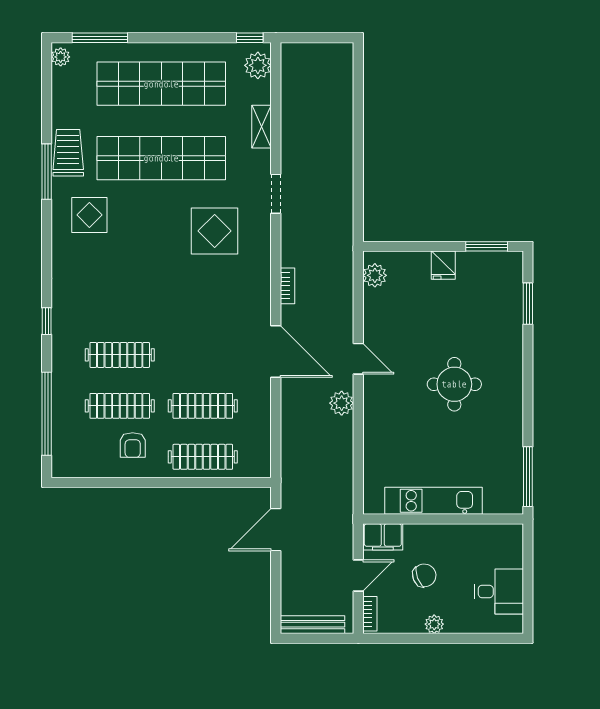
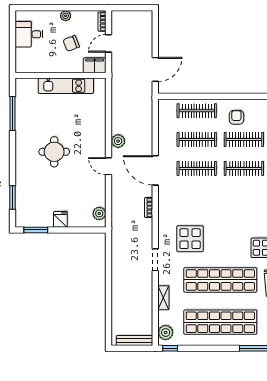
clothes rail: (203, 355) -> (197, 168), added
window: (528, 477) -> (12, 113), moved
bench: (313, 625) -> (135, 340), moved

